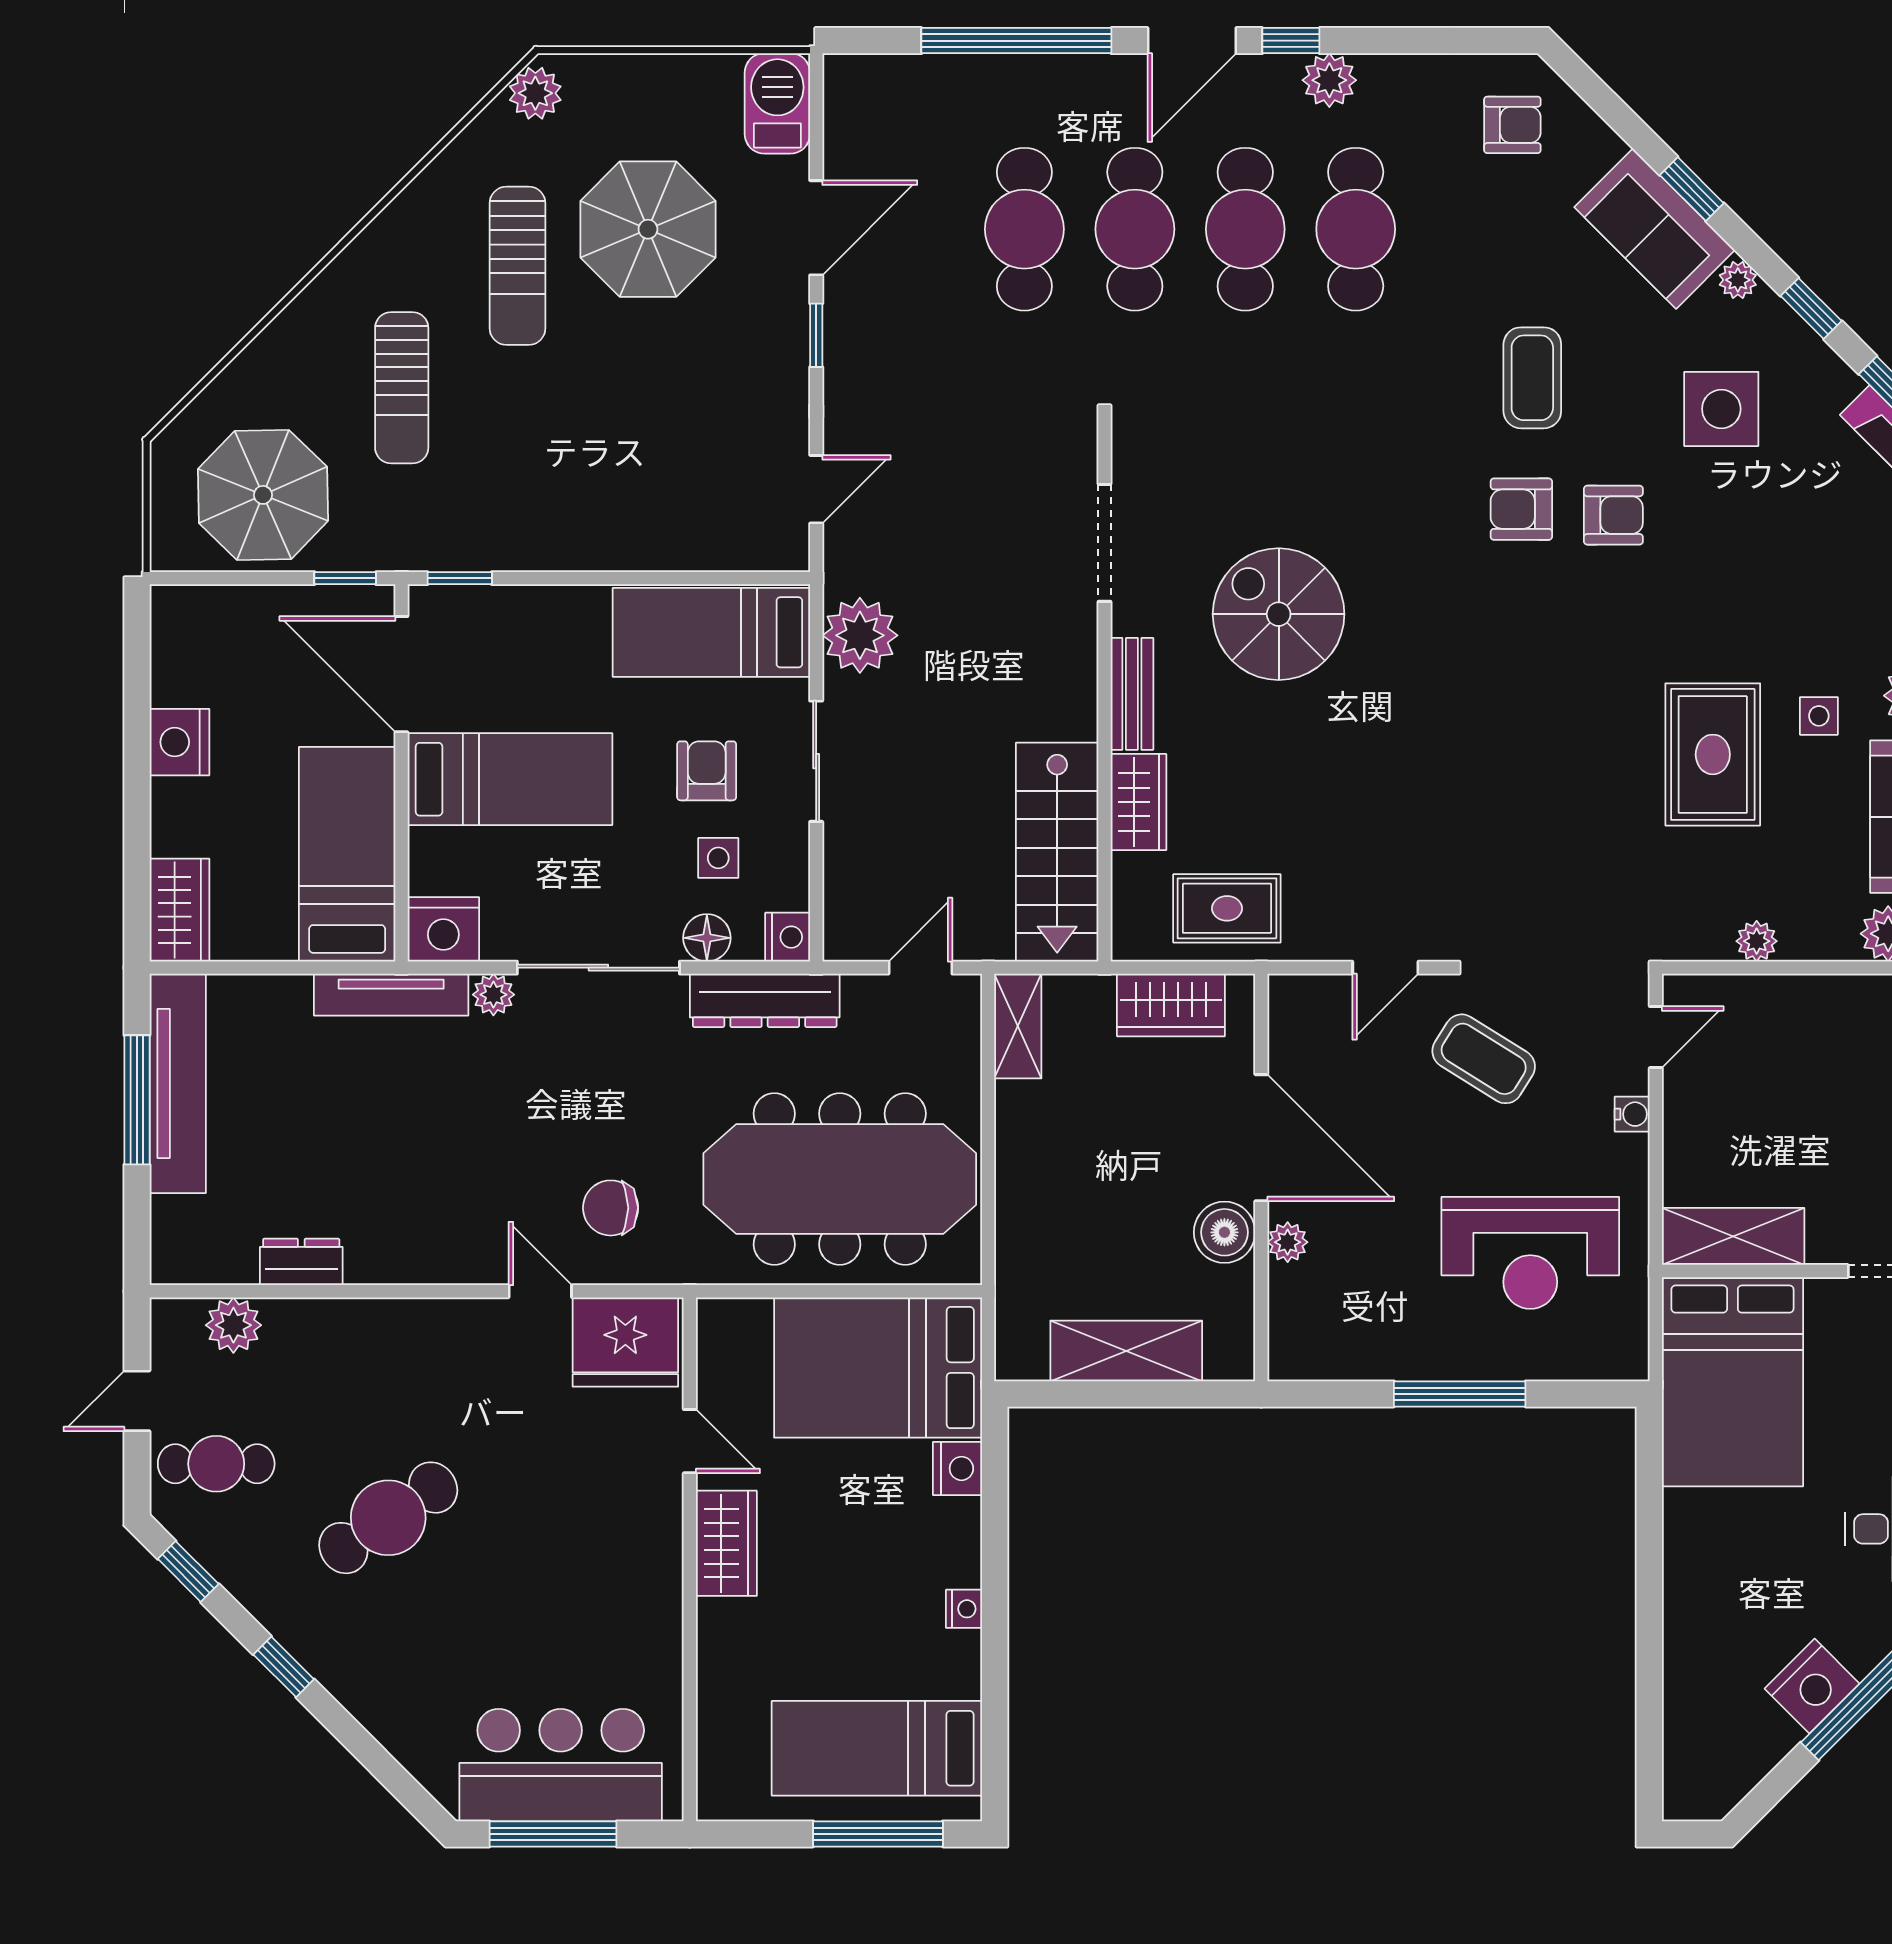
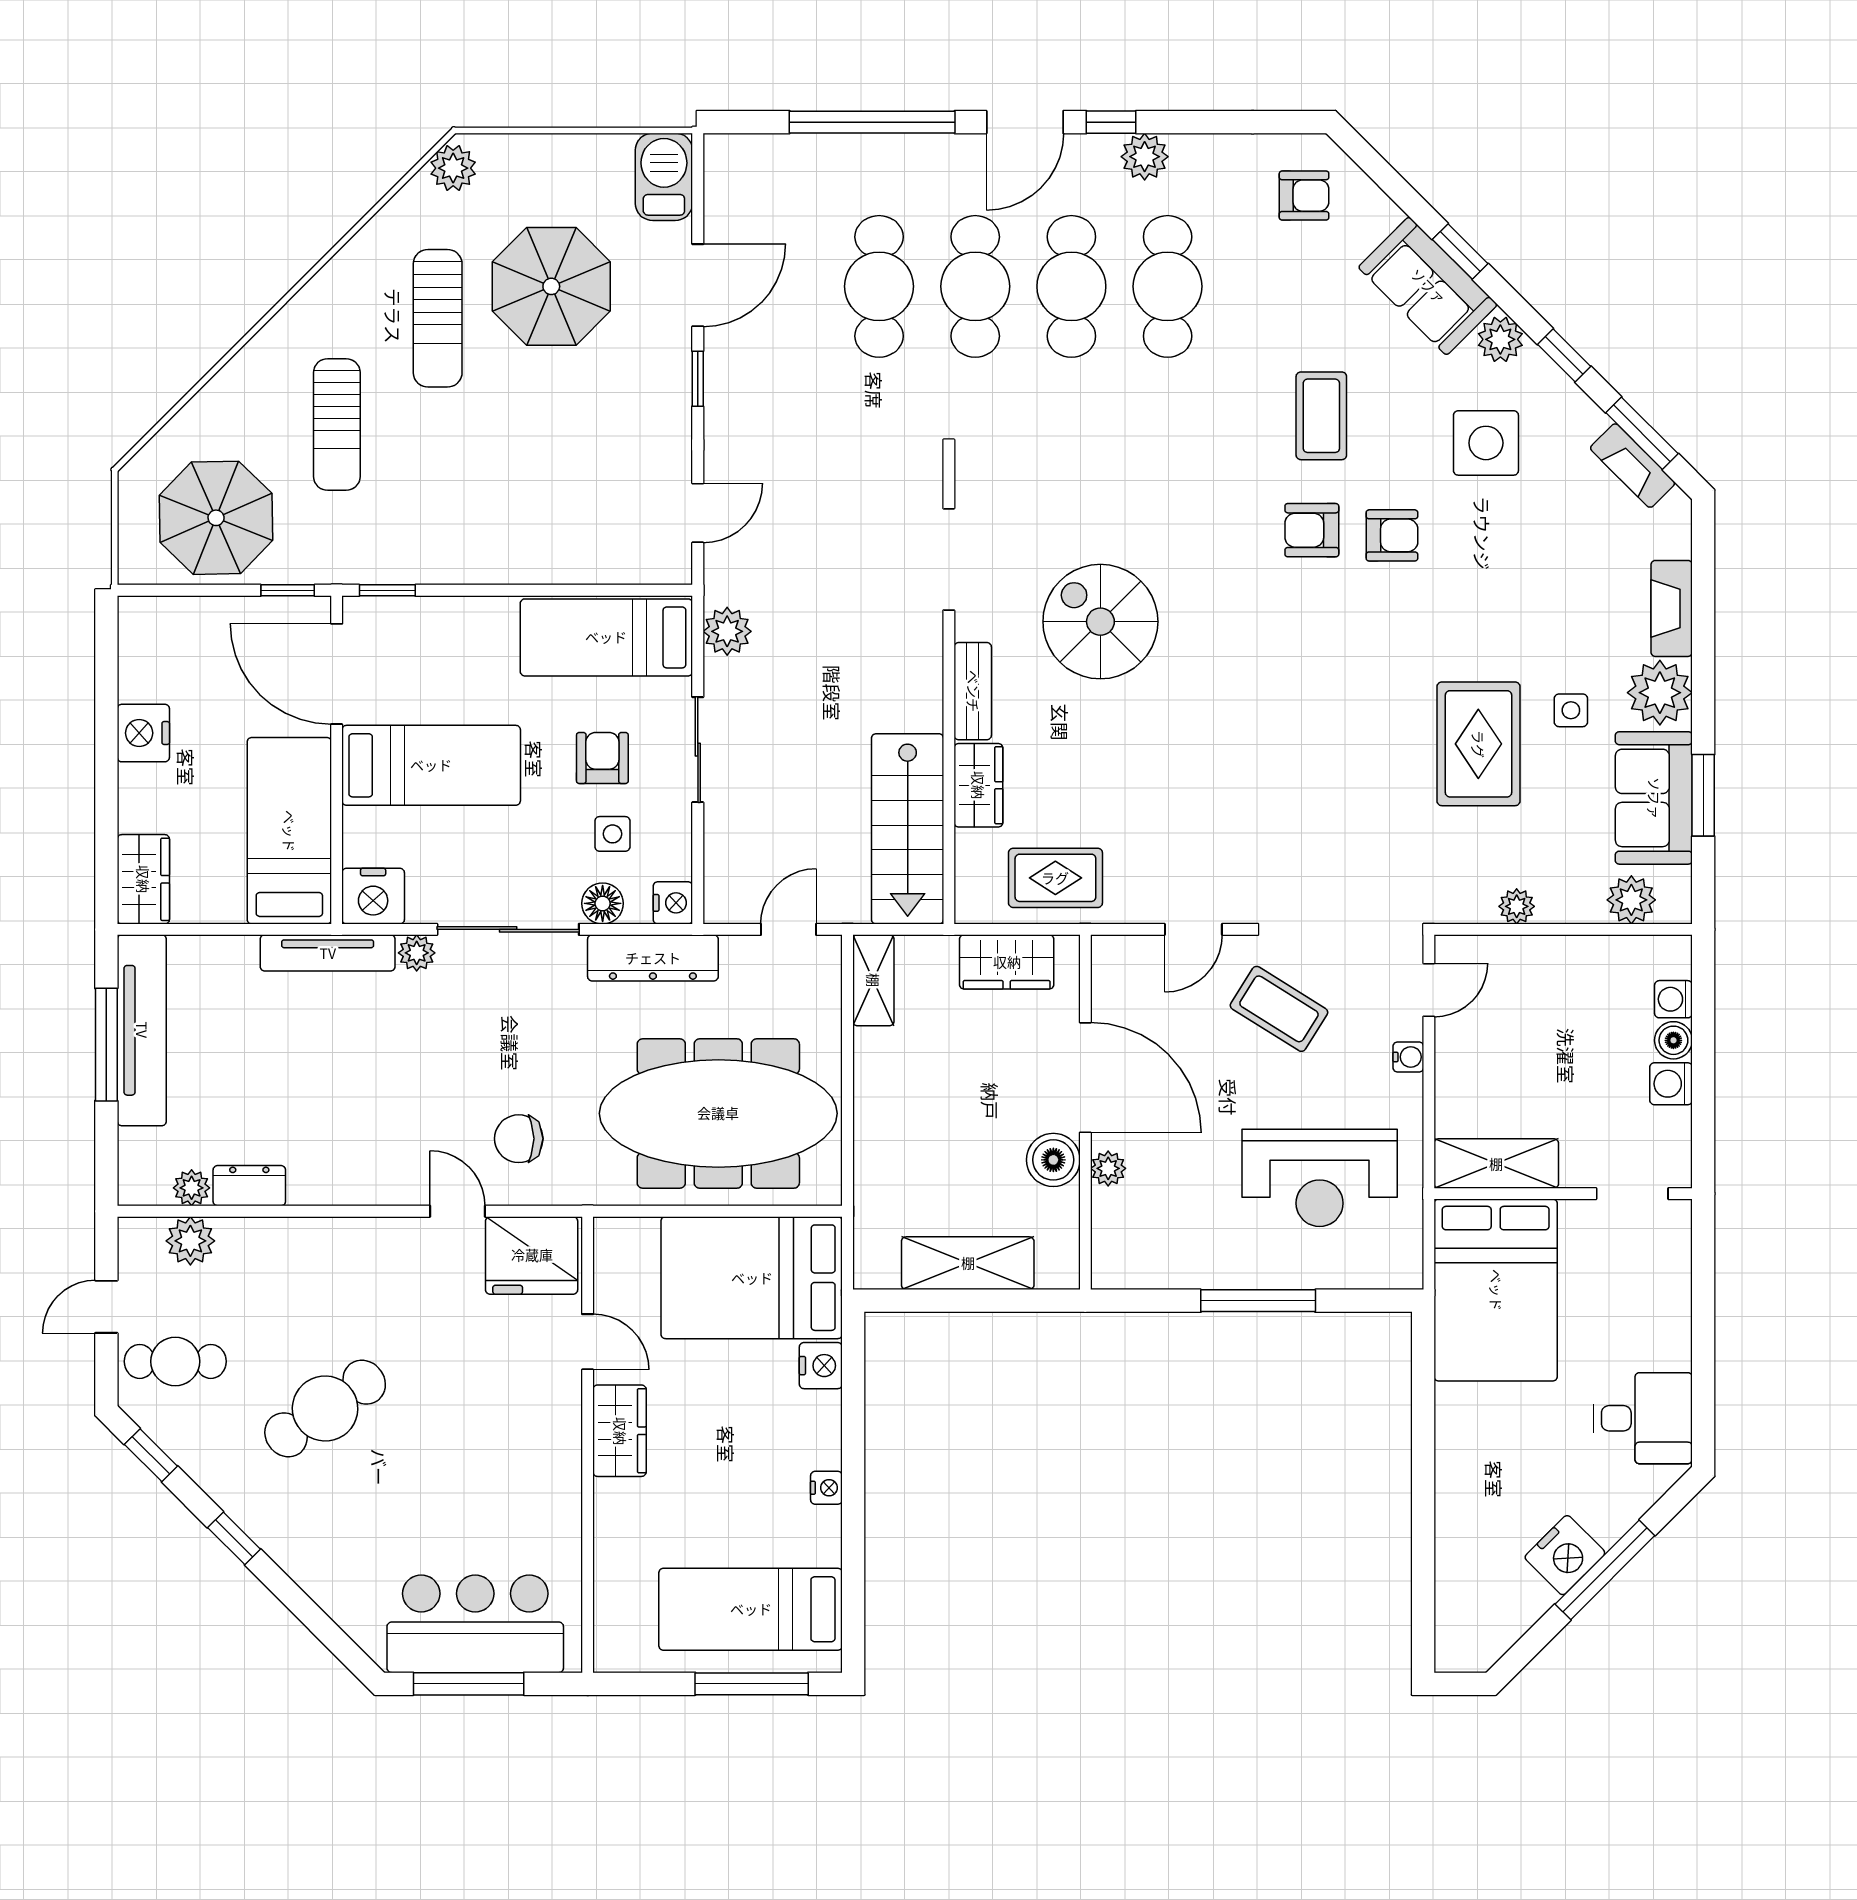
plant: (1738, 280) -> (1500, 339), width x1.38, depth x1.38
plant: (860, 635) -> (727, 631), width x0.73, depth x0.73
plant: (235, 1264) -> (192, 1188), added

